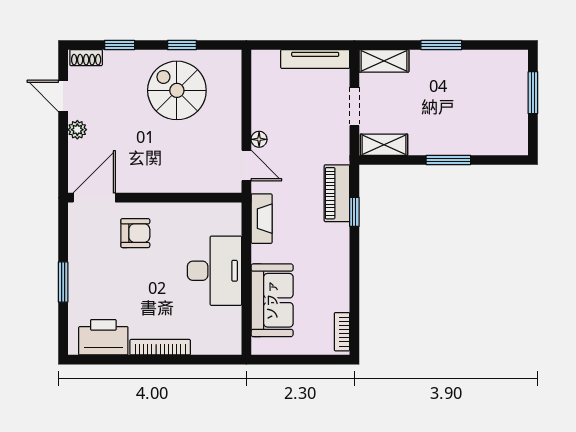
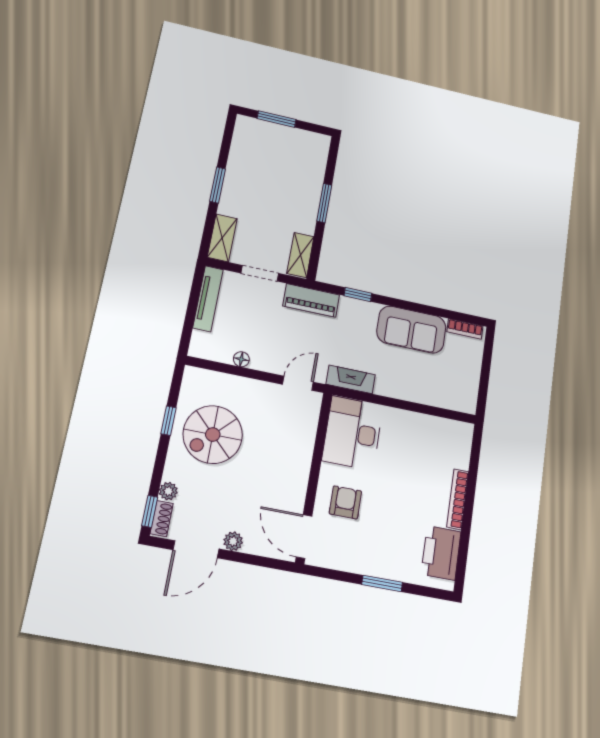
window: (120, 45) -> (150, 511), moved
plant: (113, 59) -> (168, 491), added
door: (63, 96) -> (196, 549), width x1.38
floor lamp: (259, 139) -> (241, 359), moved
piano: (337, 193) -> (311, 300), moved
desk: (215, 271) -> (353, 433), moved, turned -90
sofa: (272, 300) -> (411, 330), moved, turned 180

